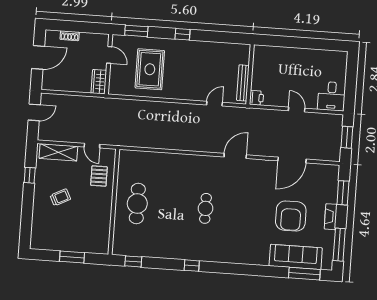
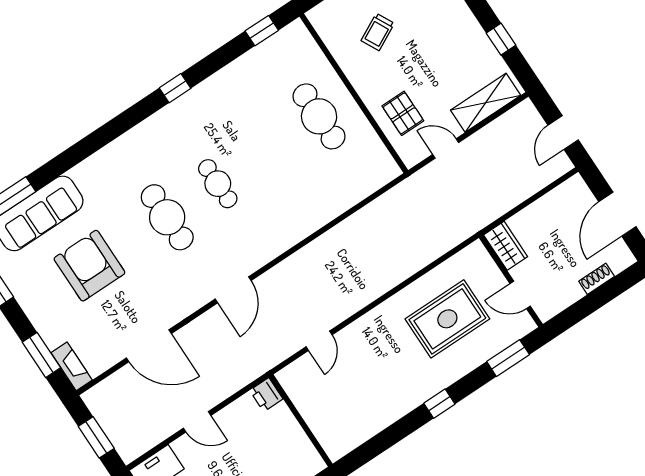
rug: (150, 69) -> (447, 319), turned 90
bench: (243, 83) -> (302, 401), removed
door: (292, 160) -> (149, 346), swing flipped
trolley: (60, 197) -> (378, 32), moved
cafe table: (240, 211) -> (167, 217), added
fireplace: (331, 217) -> (72, 366), moved

